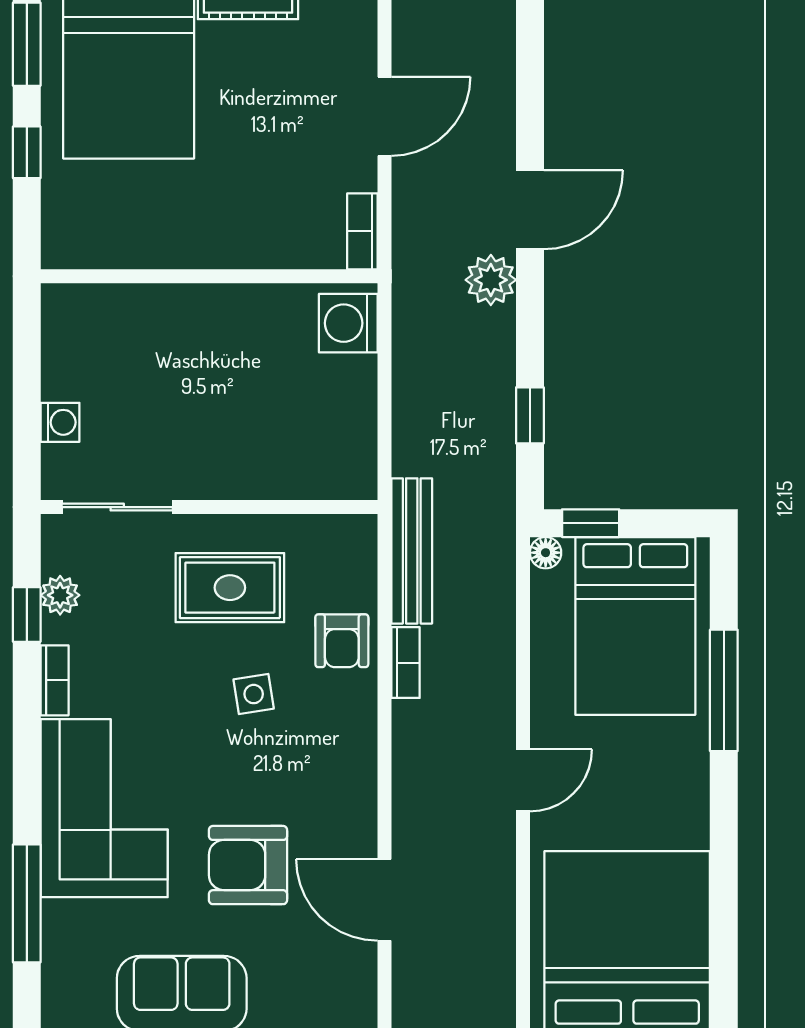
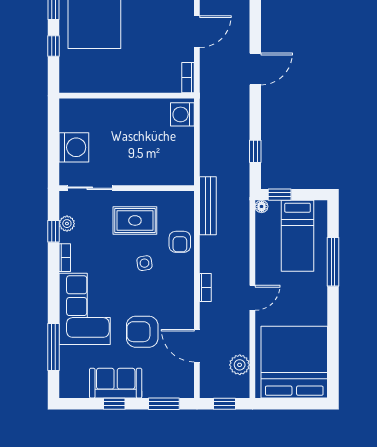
plant: (491, 280) -> (240, 365), moved
washing machine: (60, 422) -> (74, 147), width x1.89, depth x1.89
bed: (635, 626) -> (298, 236), width x0.67
bookcase: (406, 663) -> (205, 288), moved

